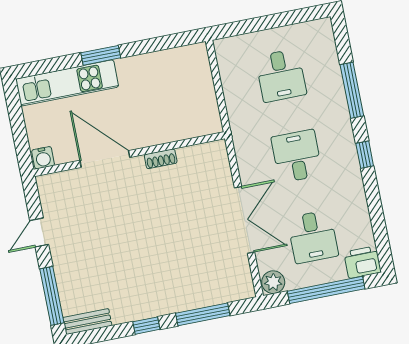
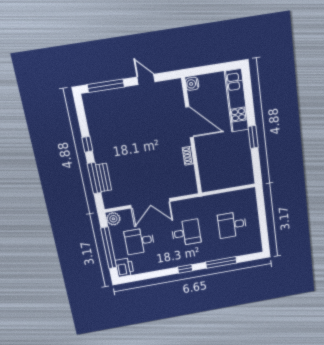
window: (101, 55) -> (253, 137), moved
door: (105, 159) -> (190, 122), hinge flipped
bench: (87, 322) -> (104, 177), moved

